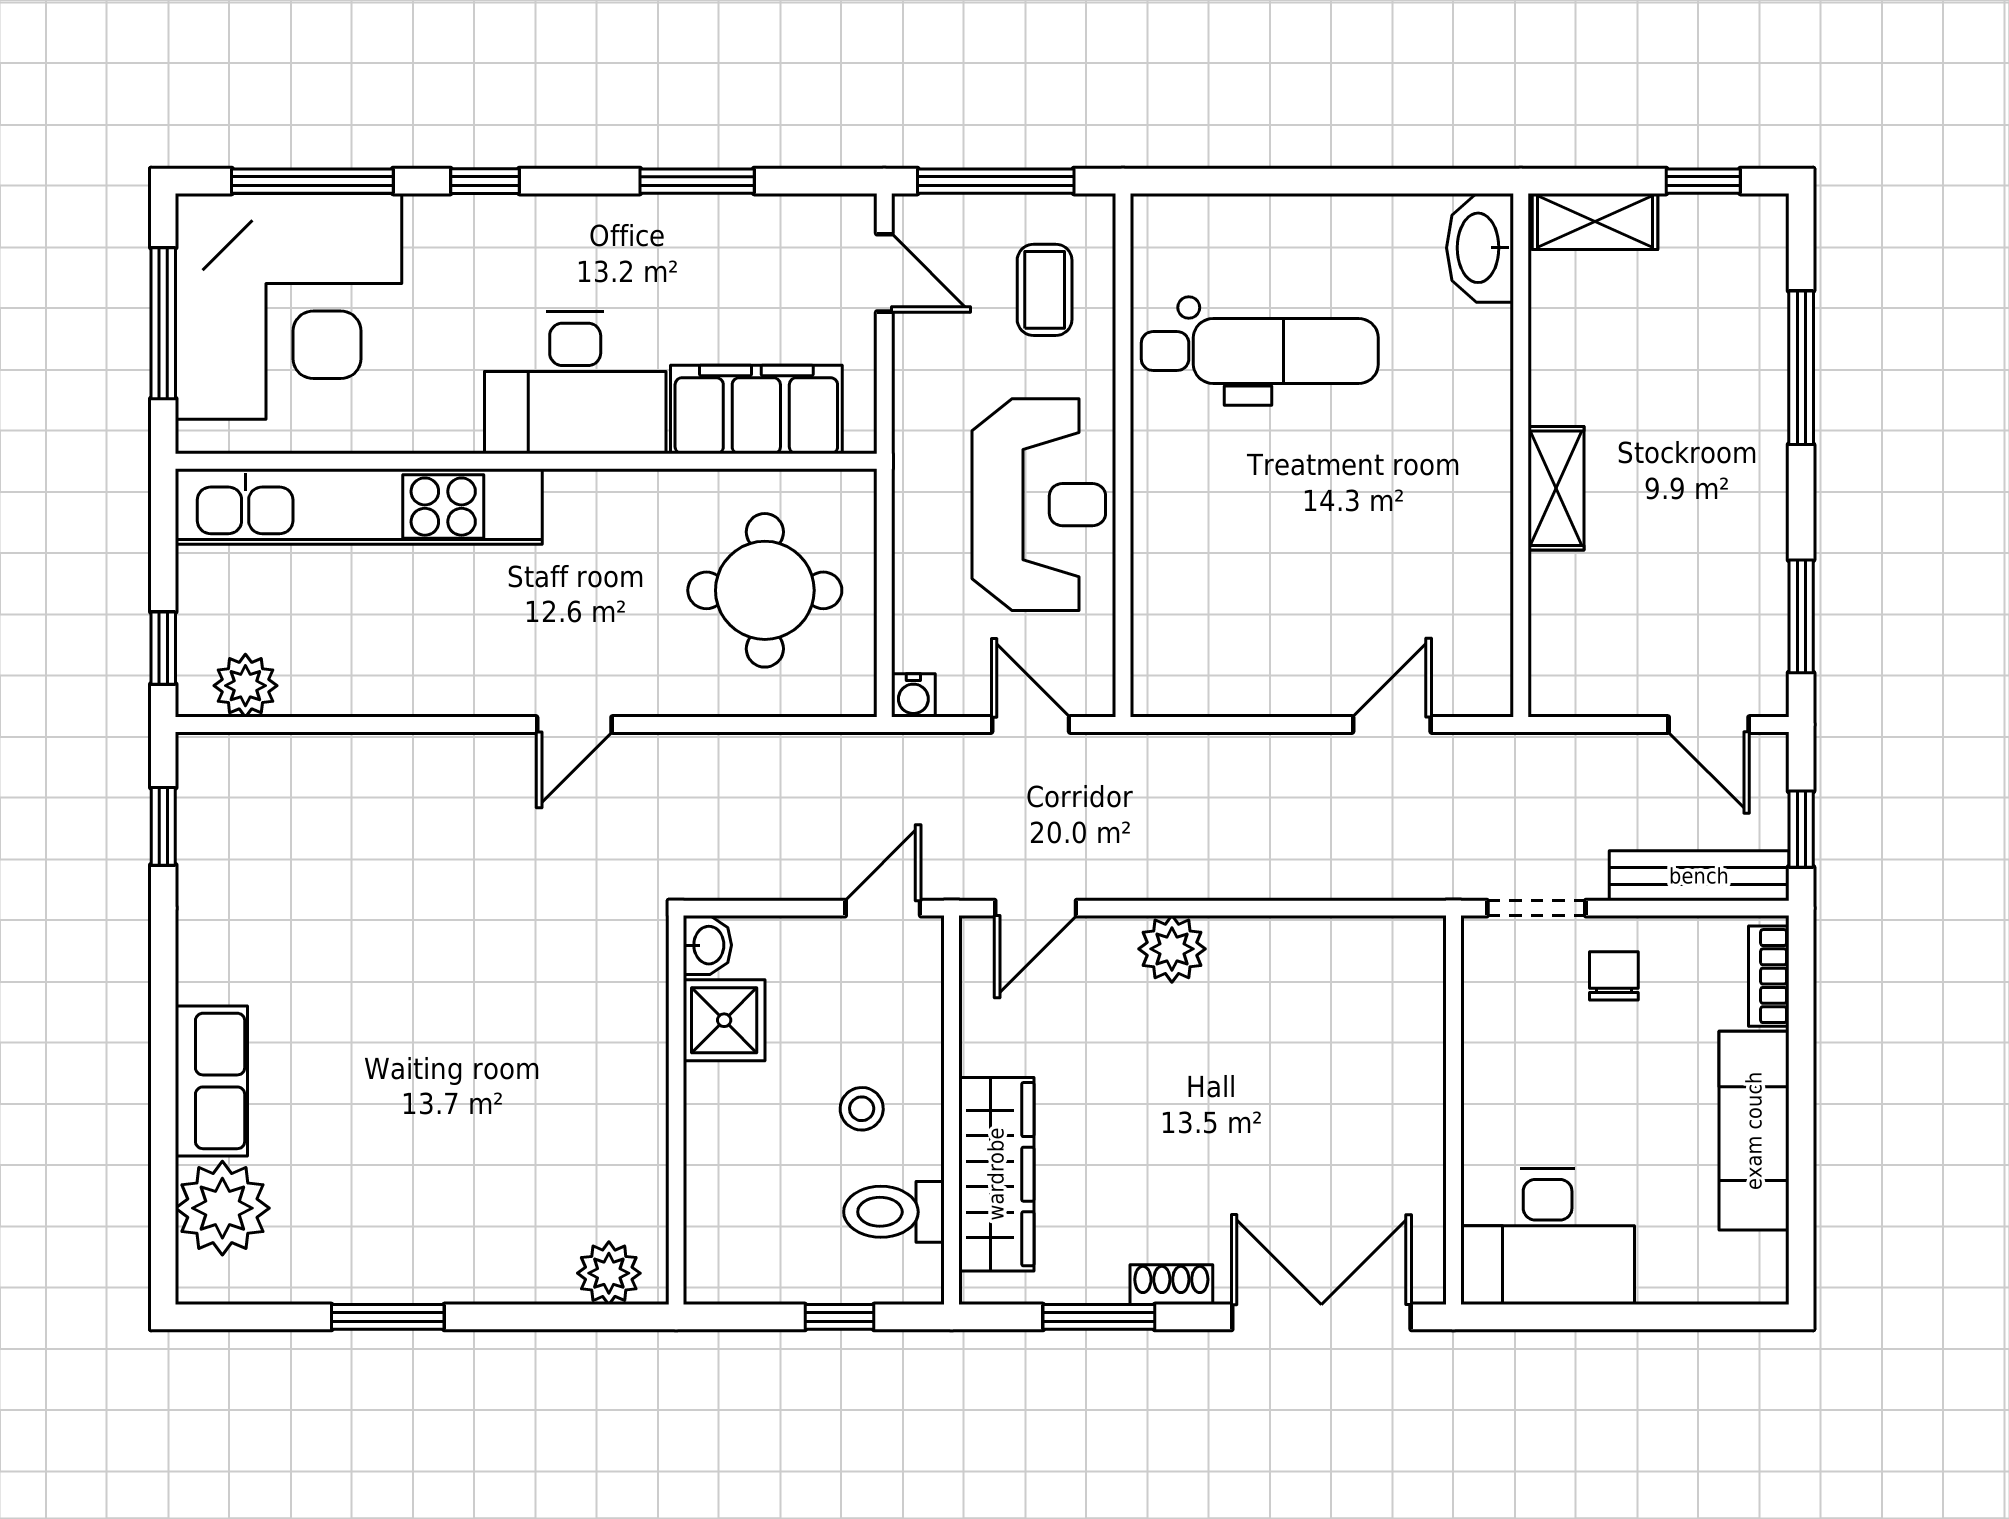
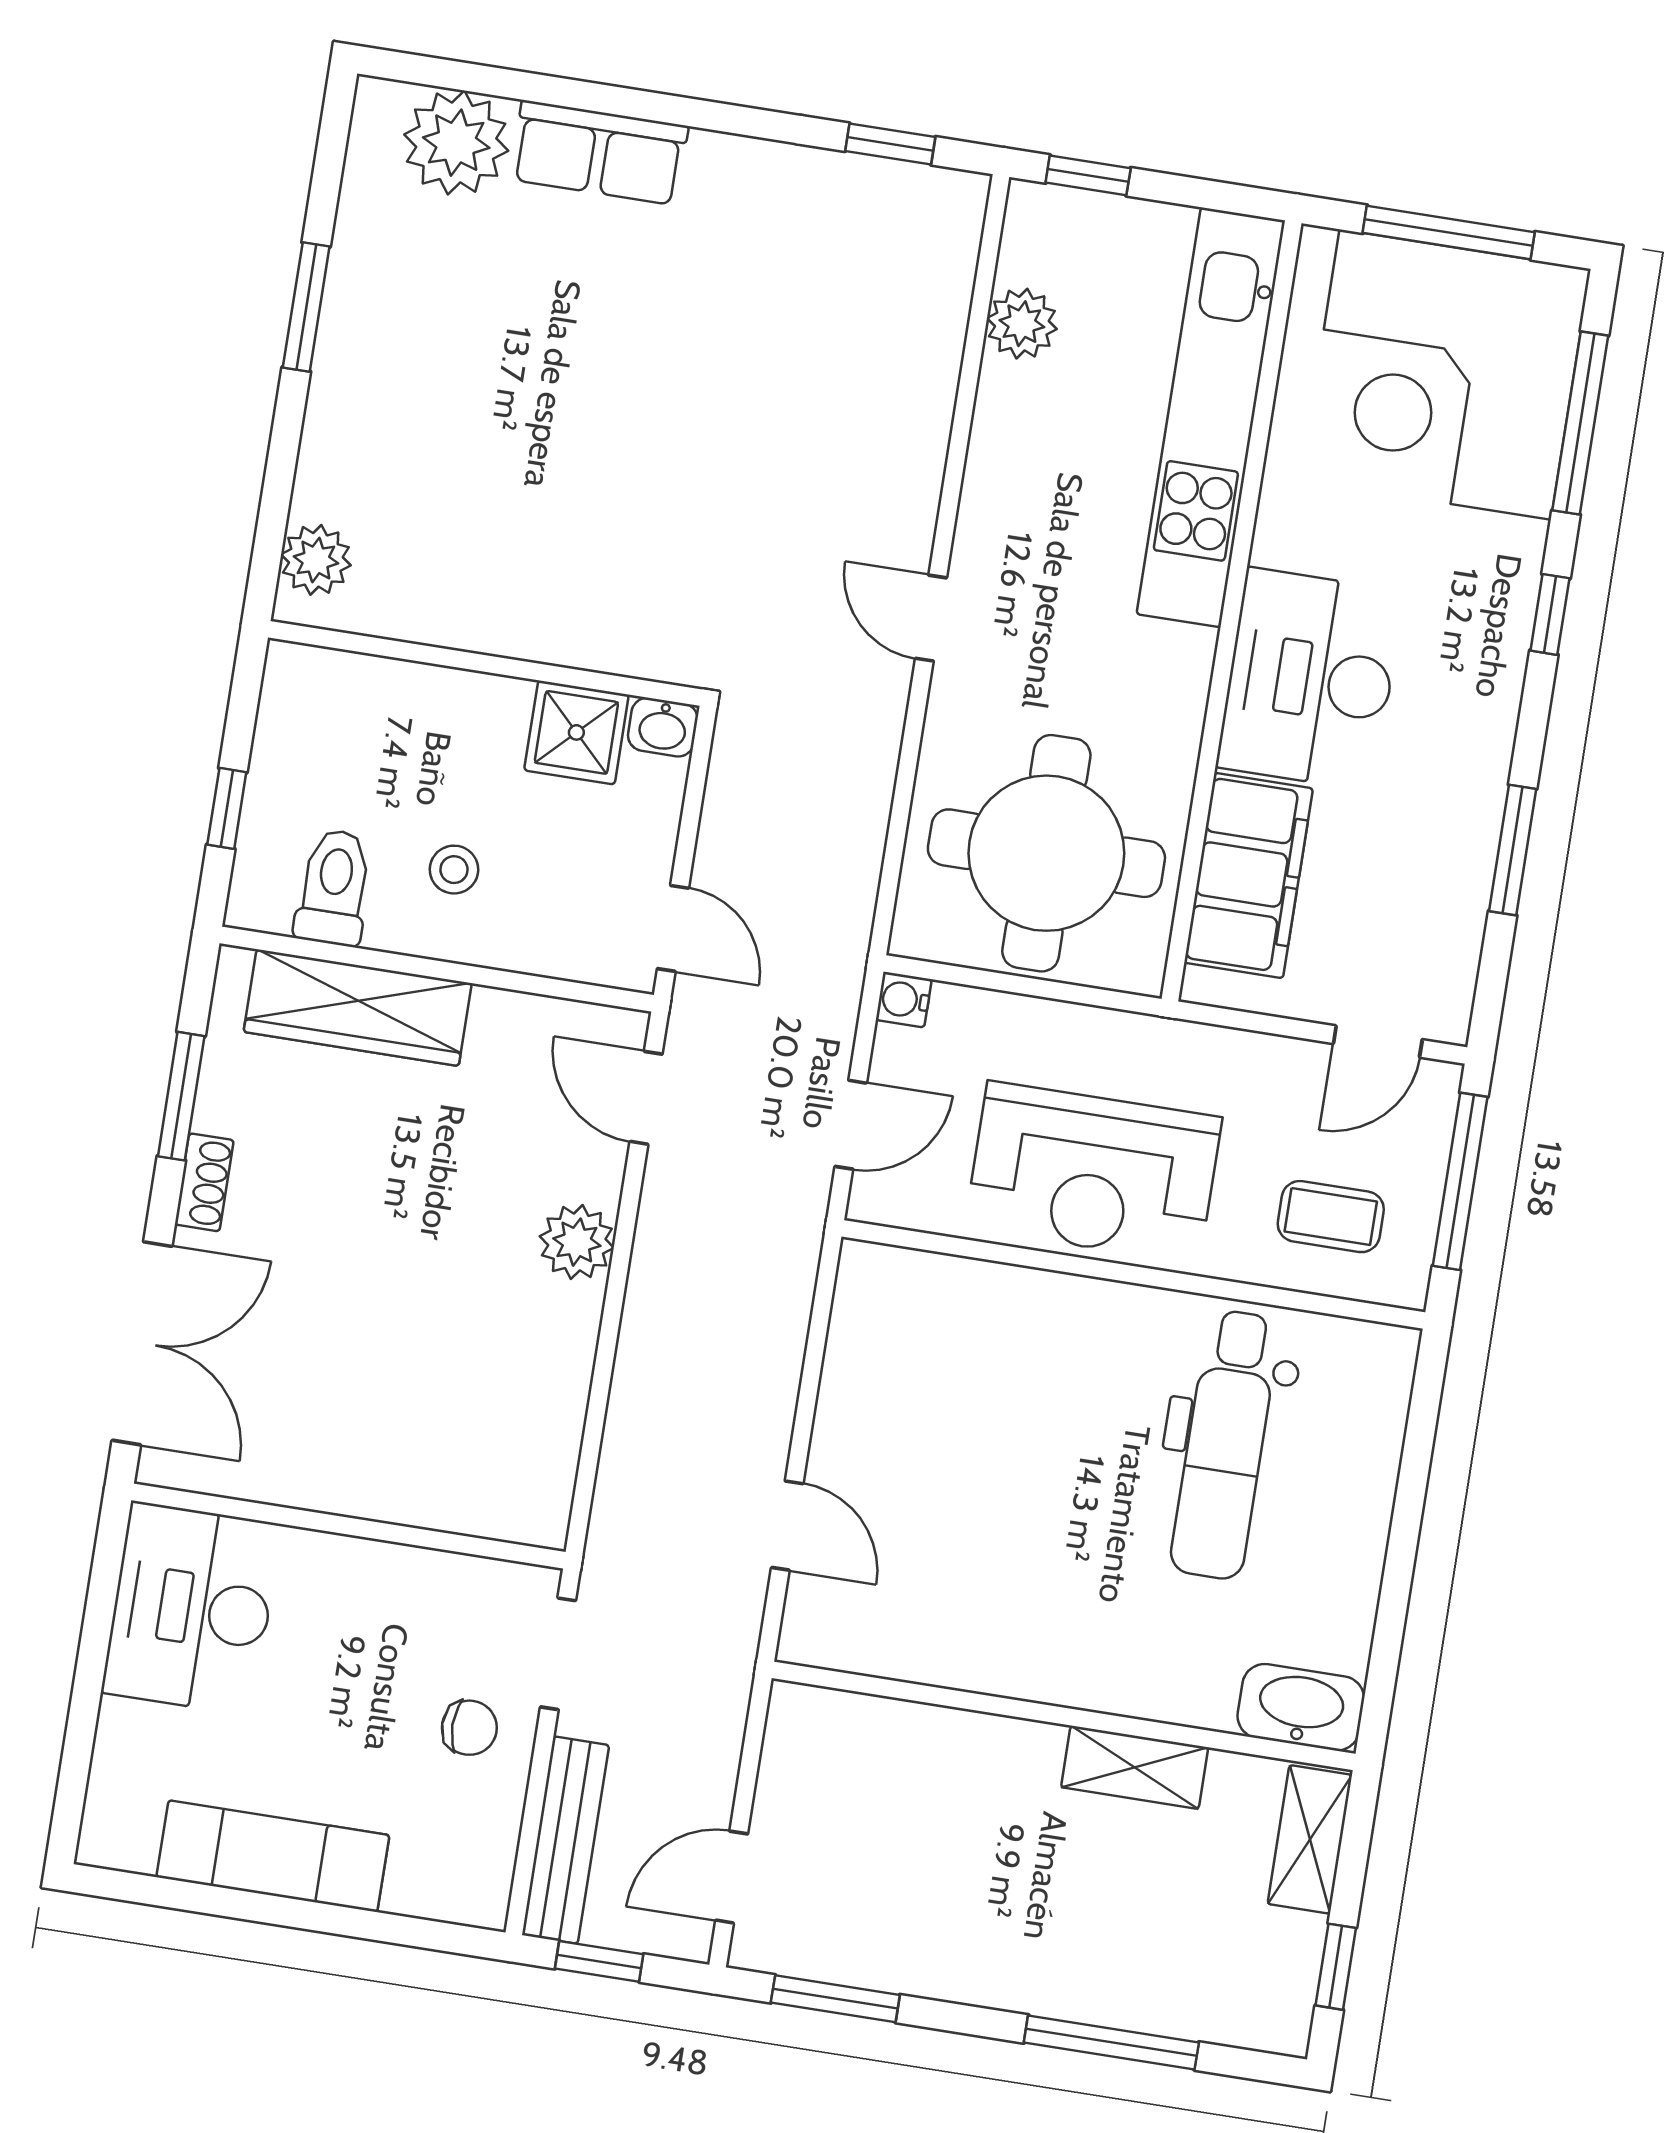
shelving: (1556, 488) -> (1135, 1767), moved
round table: (765, 590) -> (1046, 853), width x1.36, depth x1.36
plant: (245, 686) -> (1022, 324), moved
bookcase: (1769, 976) -> (442, 1900), removed

